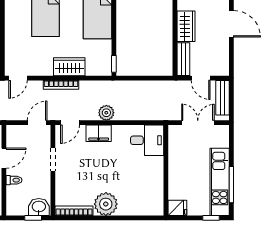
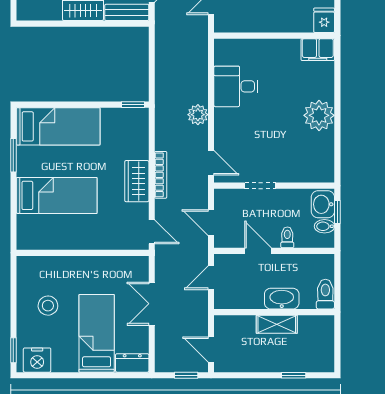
wardrobe: (69, 67) -> (137, 181), moved
door: (37, 123) -> (211, 223), moved
filing cabinet: (99, 133) -> (318, 50), moved, turned 90
desk: (147, 140) -> (236, 86), moved, turned -90
bidet: (22, 208) -> (324, 226), added
bookcase: (74, 211) -> (328, 158), removed

